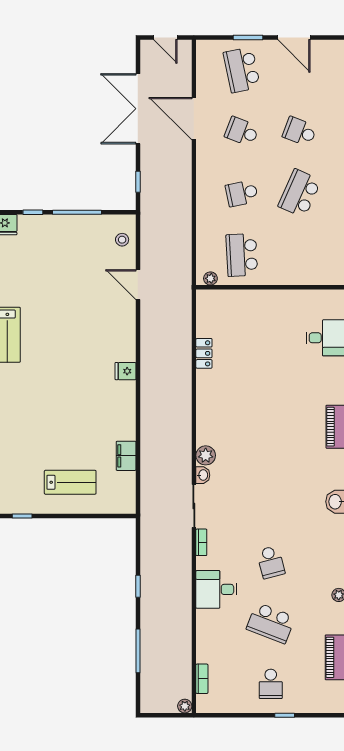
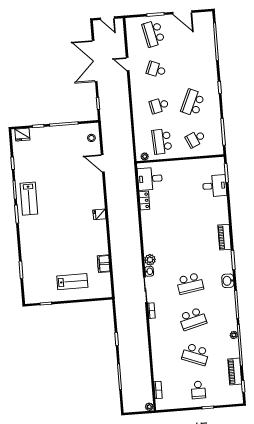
door: (194, 119) -> (128, 64), width x0.53
school desk: (300, 132) -> (196, 139), moved, turned -45
school desk: (271, 501) -> (190, 283), added
school desk: (271, 562) -> (193, 319), width x1.85
desk: (216, 589) -> (150, 179), moved

